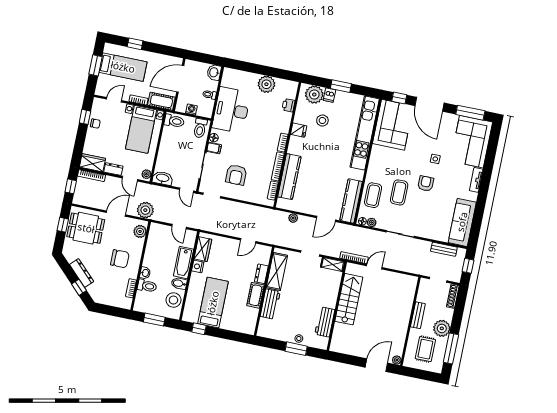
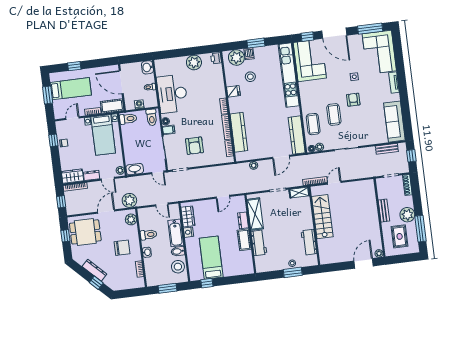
door: (180, 79) -> (121, 82), hinge flipped
printer: (288, 105) -> (216, 58), moved
toilet: (147, 286) -> (149, 235), moved

